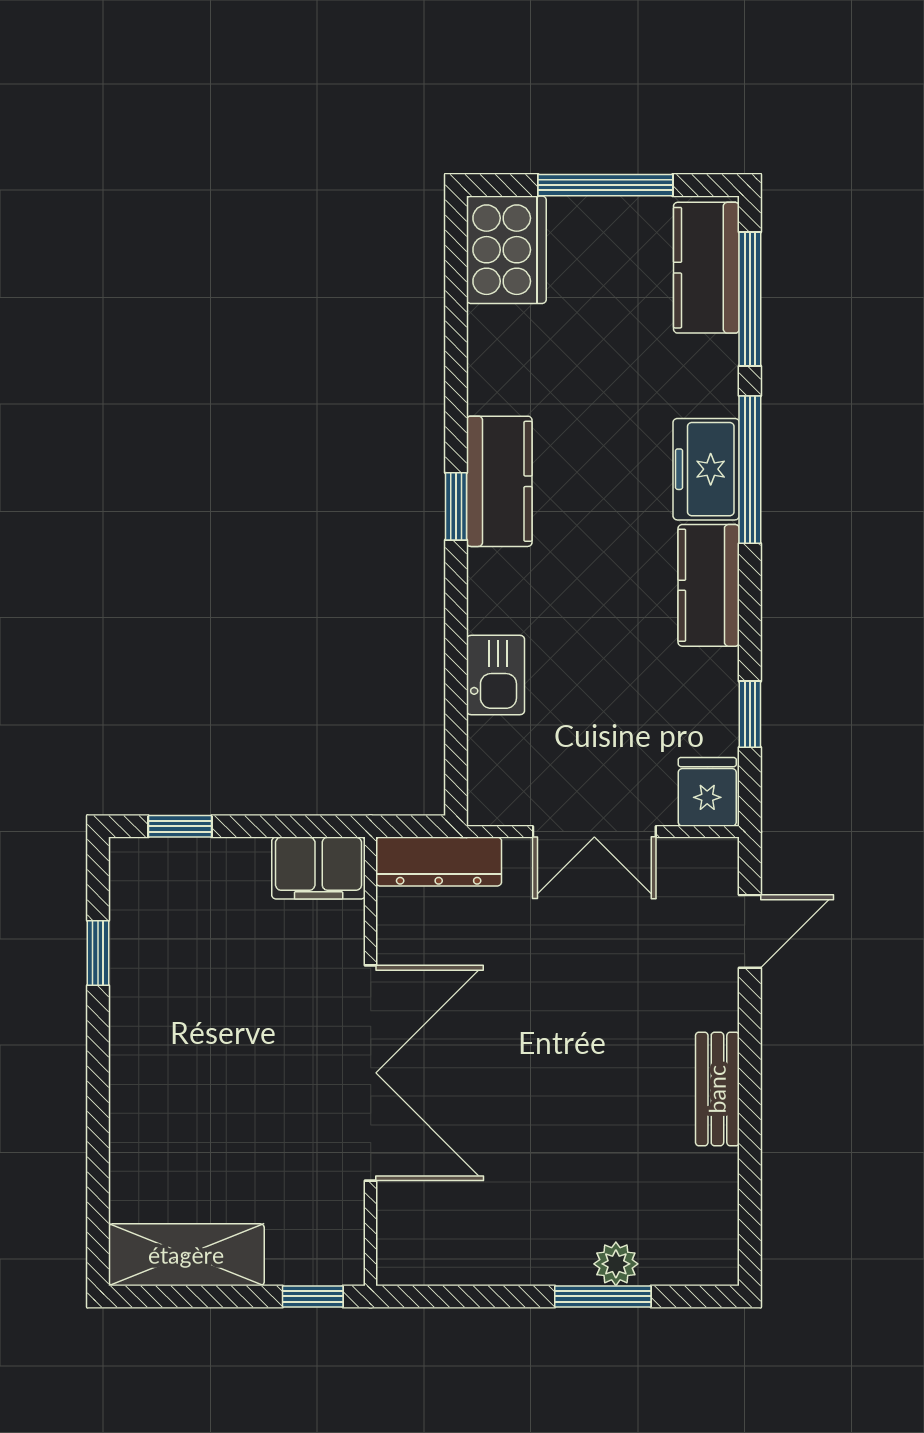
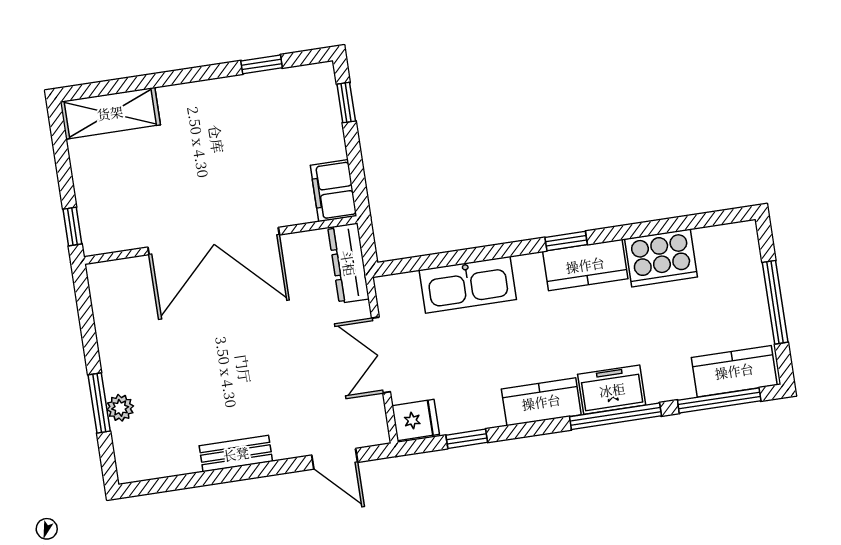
cooker: (506, 250) -> (661, 258), moved
kitchen sink: (496, 675) -> (468, 285), width x1.88, depth x1.24
shelving: (186, 1255) -> (110, 113), moved, turned 90

